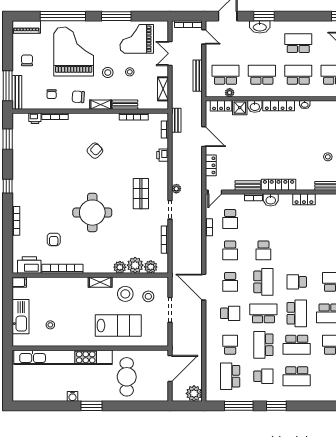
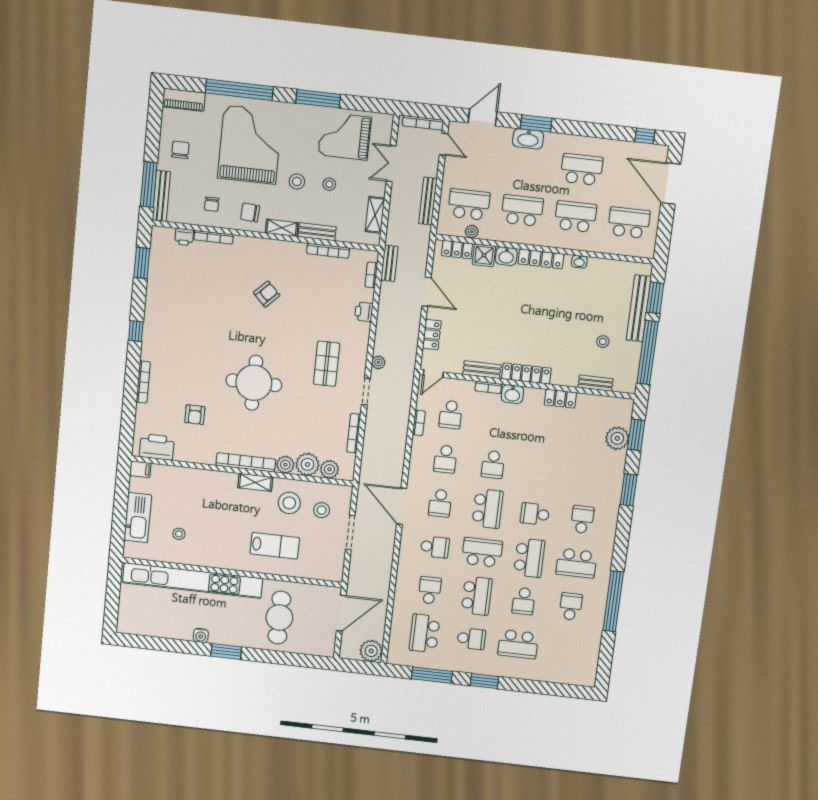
bookcase: (62, 269) -> (246, 462), moved
lab bench: (118, 326) -> (275, 546), width x0.73, depth x0.72
school desk: (263, 345) -> (477, 596), turned 180
school desk: (297, 345) -> (524, 601), width x0.54

